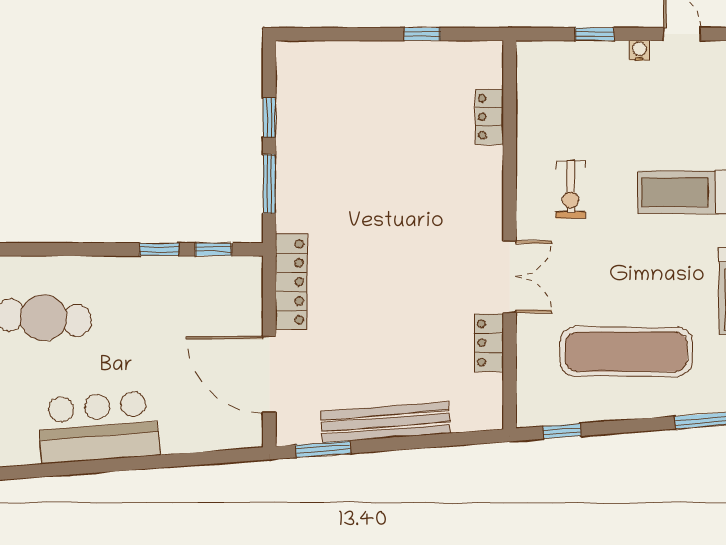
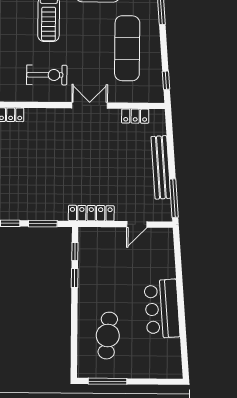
exercise bike: (571, 189) -> (47, 75), width x1.38, depth x1.39
locker: (489, 343) -> (135, 116), moved
door: (269, 374) -> (137, 224), width x0.53
window: (323, 449) -> (174, 198), width x1.44

